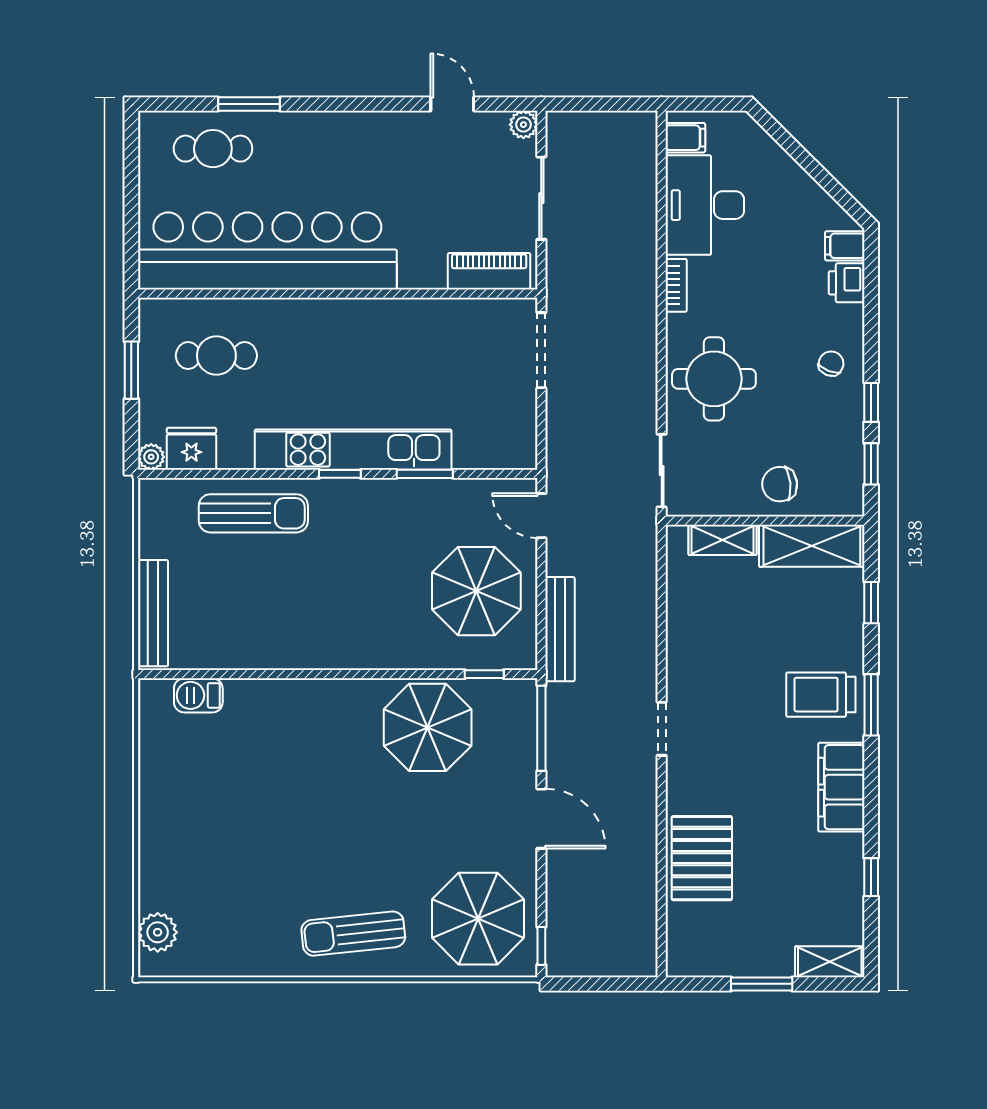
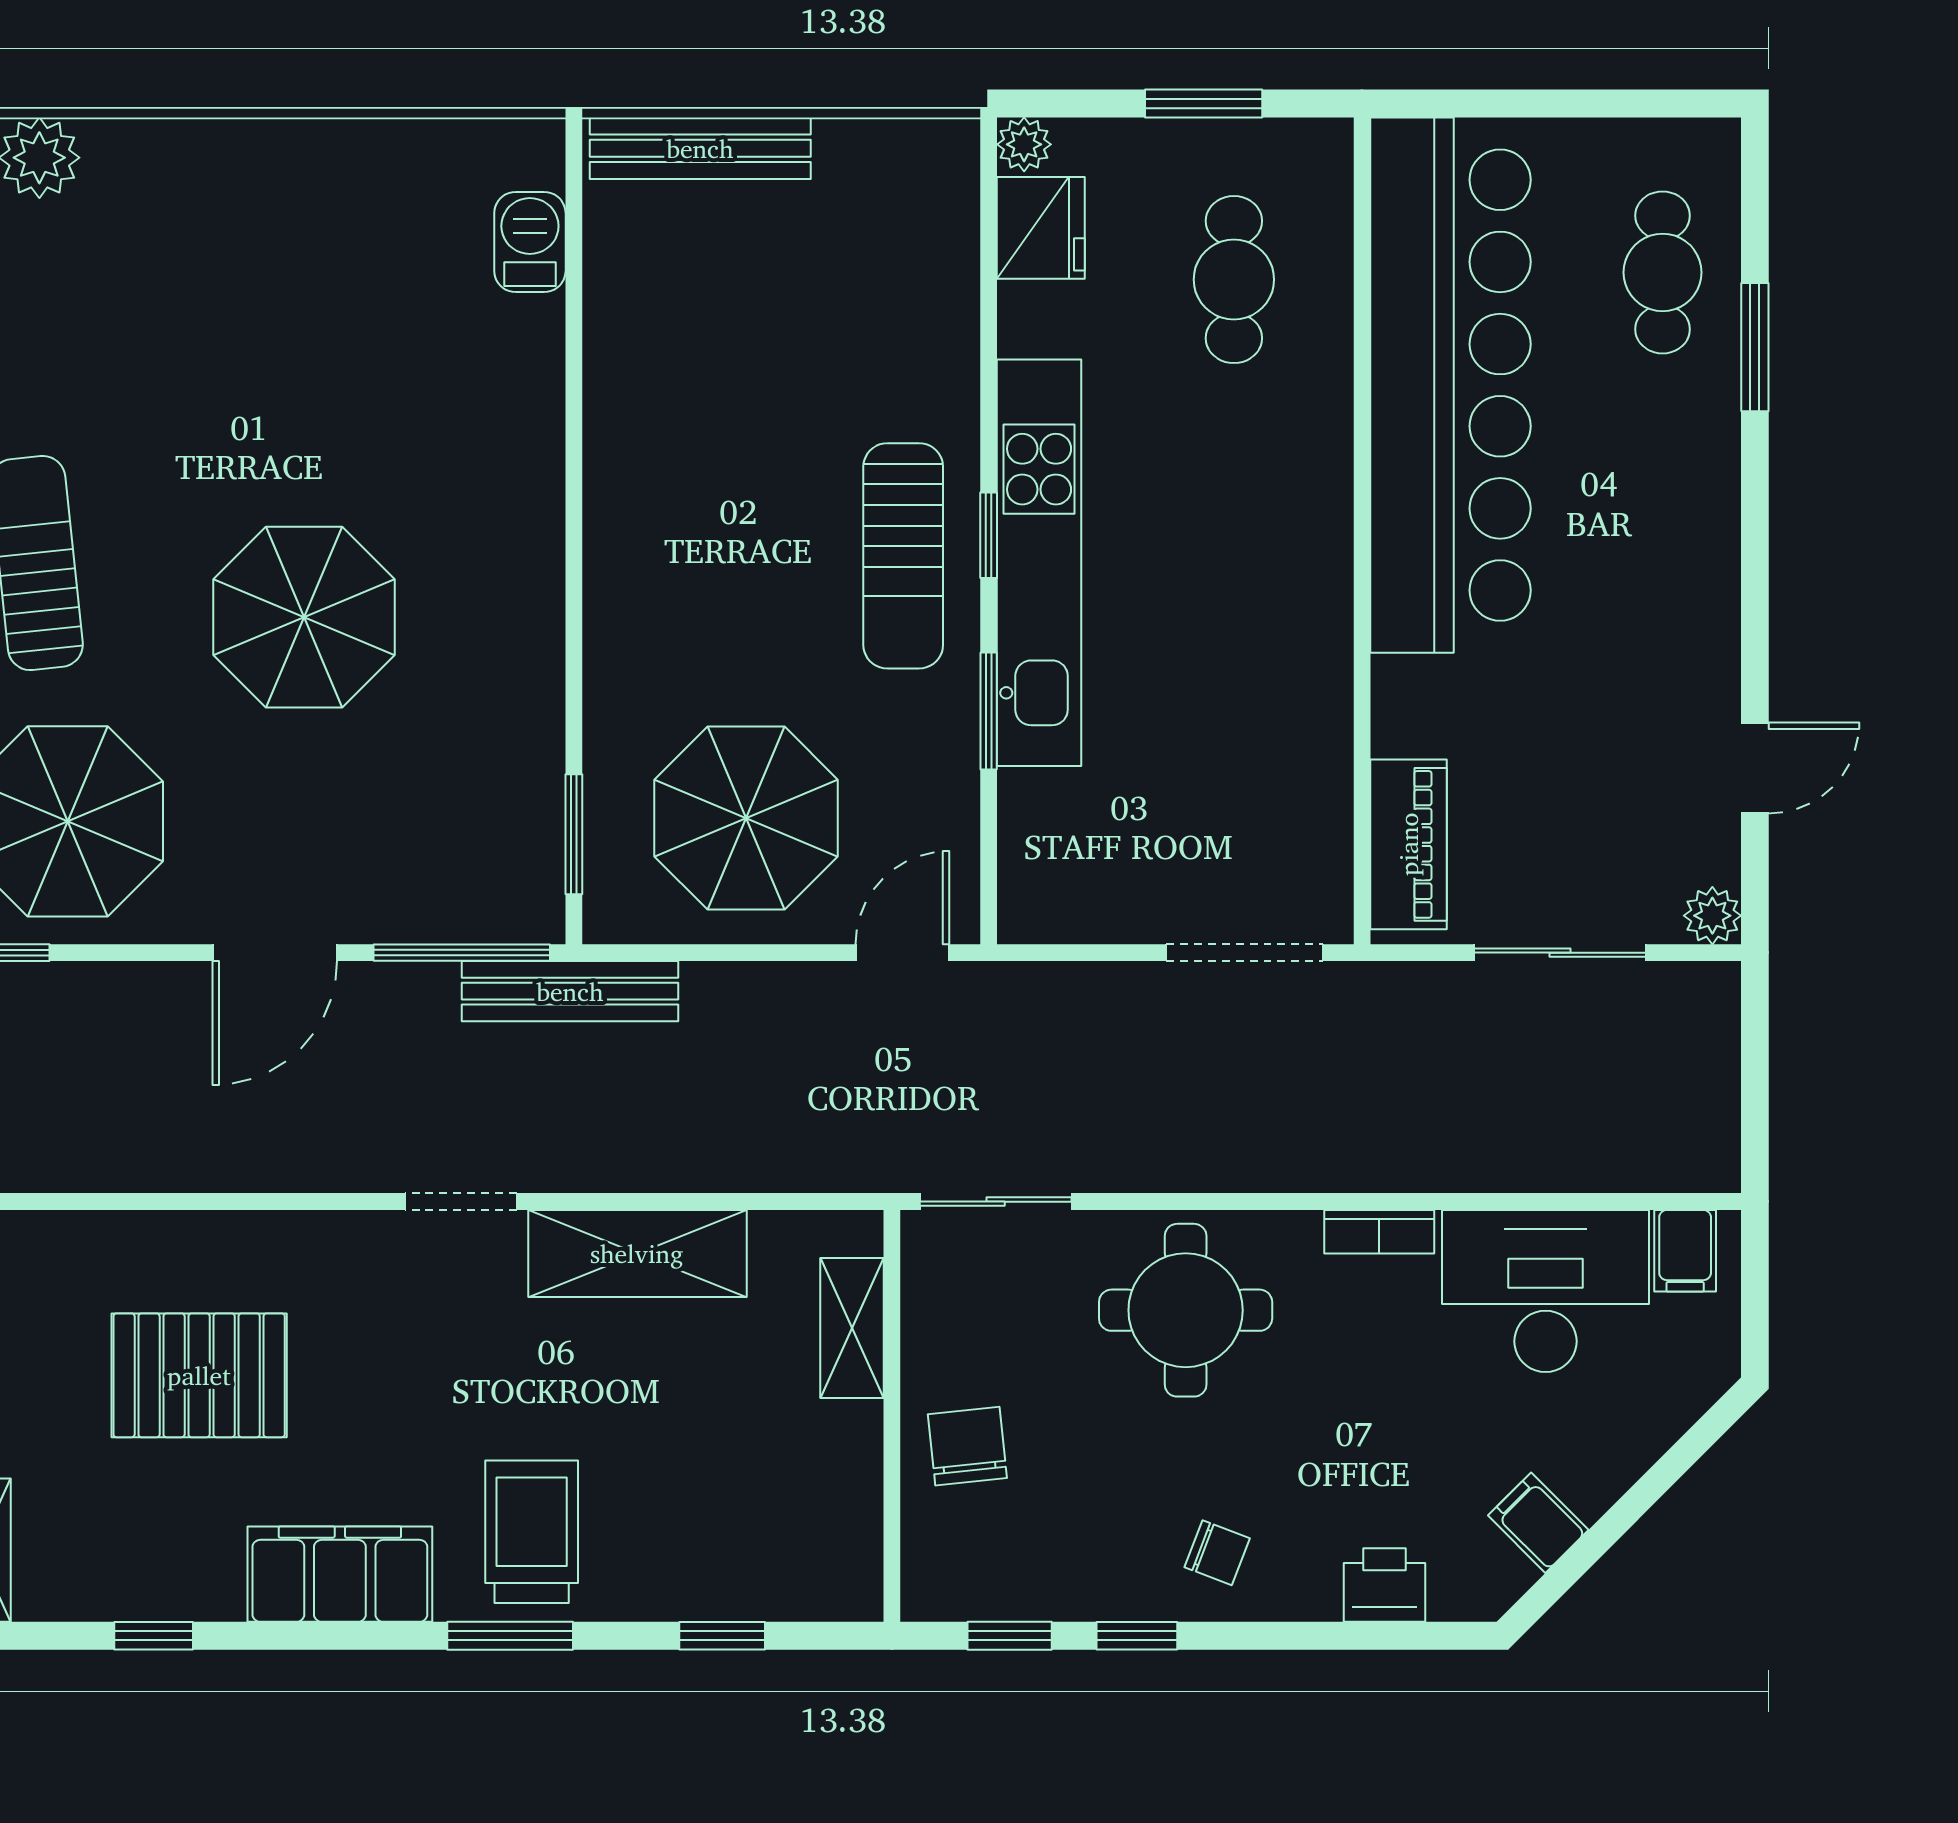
filing cabinet: (845, 246) -> (1538, 1523), moved, turned -45
sun lounger: (253, 513) -> (903, 556), moved
shelving: (812, 546) -> (637, 1253), moved, turned 90
bench: (560, 629) -> (570, 991), moved
window: (484, 674) -> (574, 834), width x1.50
parasol: (428, 727) -> (304, 617), moved
pallet: (702, 858) -> (199, 1375), moved

